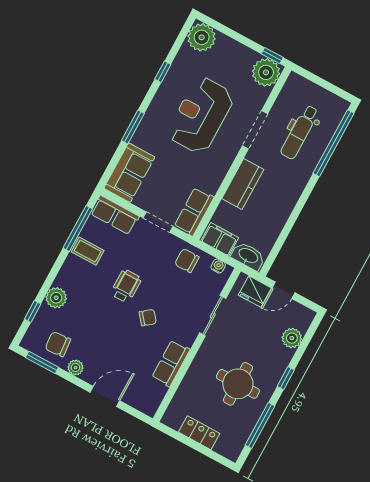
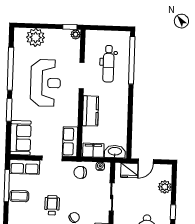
plant: (202, 37) -> (36, 37), moved
window: (163, 72) -> (10, 69), width x3.17
plant: (266, 72) -> (76, 34), width x0.53, depth x0.53
reception desk: (201, 115) -> (45, 83), turned 180

